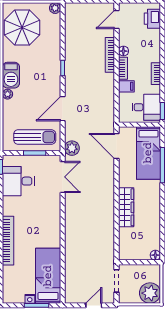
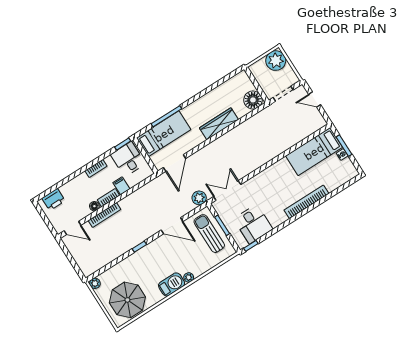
floor lamp: (155, 255) -> (253, 100), moved, width x1.89, depth x1.89

